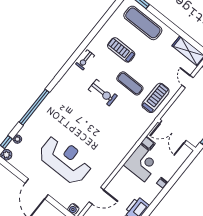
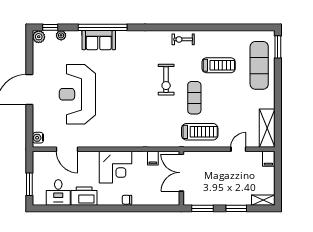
treadmill: (121, 50) -> (219, 65), turned 90
sofa: (41, 117) -> (99, 40), added
reception desk: (65, 160) -> (77, 94), turned 180
corner desk: (142, 163) -> (115, 167), moved

